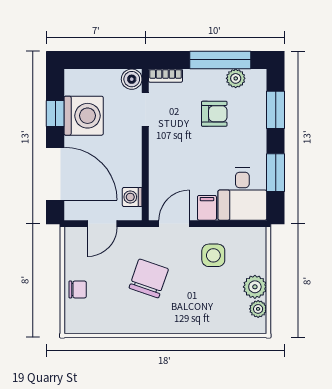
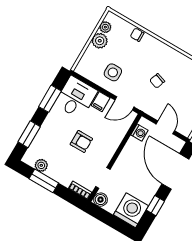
window: (220, 60) -> (44, 181), width x0.69
armchair: (214, 114) -> (81, 142), moved, turned 180
washing machine: (84, 116) -> (131, 210), moved, turned 90
door: (102, 224) -> (165, 127), hinge flipped
chair: (149, 278) -> (157, 81), width x0.54, depth x0.54
chair: (210, 324) -> (137, 35), added

